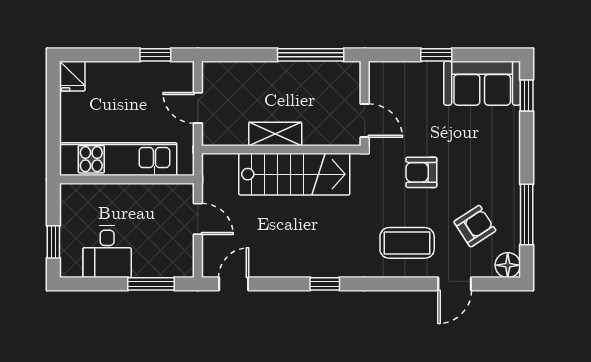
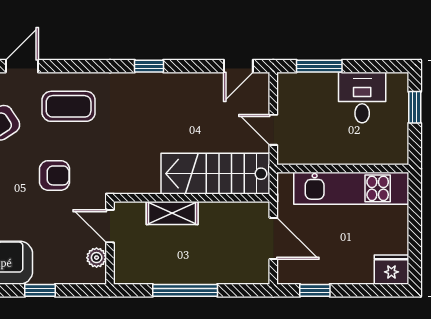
window: (311, 55) -> (185, 290), moved
fridge: (72, 76) -> (391, 270), width x1.38
plant: (378, 88) -> (97, 258), added
door: (198, 108) -> (273, 238), width x1.38
shelving: (275, 134) -> (172, 213), moved
stairs: (294, 174) -> (215, 174), moved

